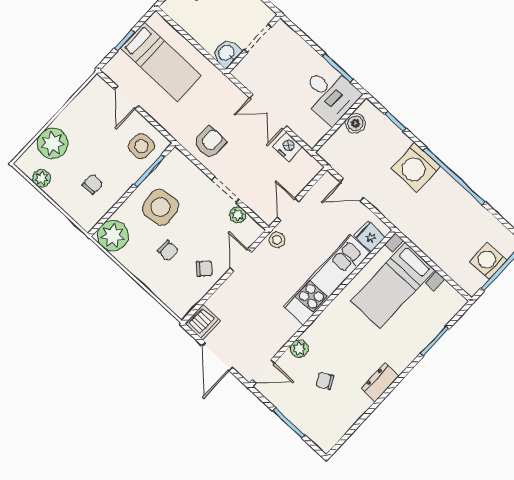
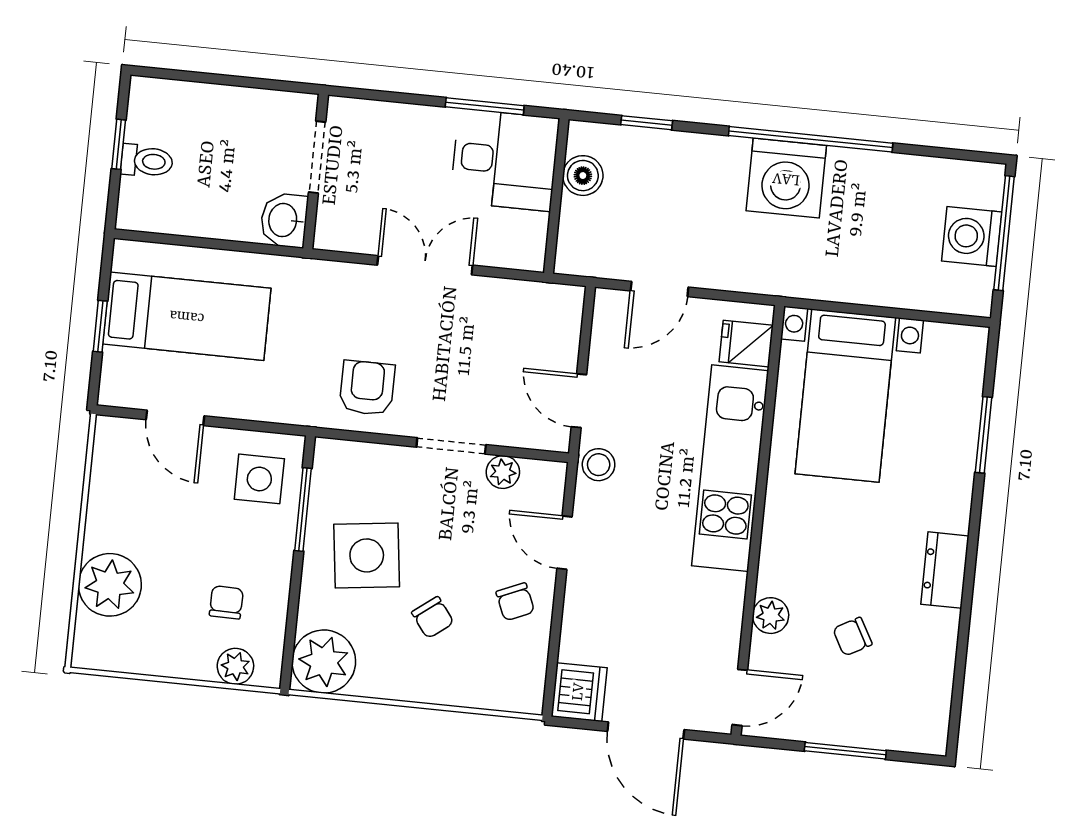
double door: (268, 112) -> (425, 265), swing flipped
nightstand: (288, 147) -> (500, 298), removed
washing machine: (416, 167) -> (786, 178), moved
plant: (41, 178) -> (235, 666), moved
chair: (168, 251) -> (433, 618), turned 53
chair: (204, 269) -> (515, 602), turned 114

